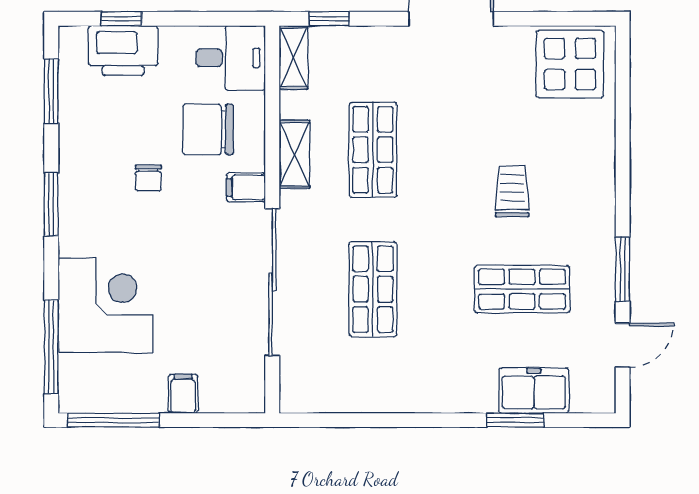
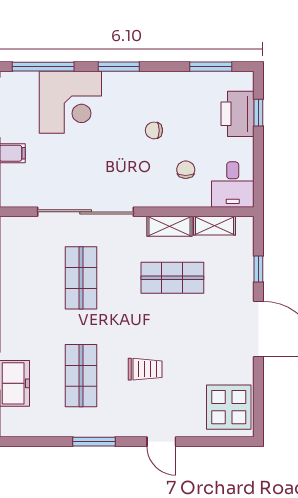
window: (329, 19) -> (258, 269), moved
shelving: (293, 57) -> (214, 226), moved
chair: (208, 129) -> (186, 170), width x0.54, depth x0.54
filing cabinet: (246, 187) -> (148, 194), removed
window: (51, 204) -> (119, 67), moved
shop shelf: (373, 289) -> (81, 278), turned 90
door: (623, 345) -> (161, 442), moved

